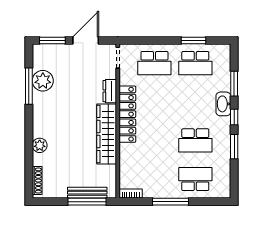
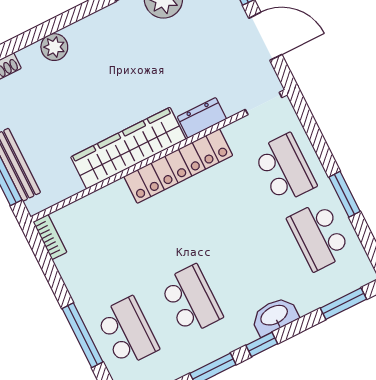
window: (193, 40) -> (344, 194), moved
school desk: (154, 63) -> (285, 169), turned 180
window: (234, 84) -> (343, 304), moved
school desk: (195, 140) -> (191, 300), turned 180
window: (170, 202) -> (83, 335), moved

